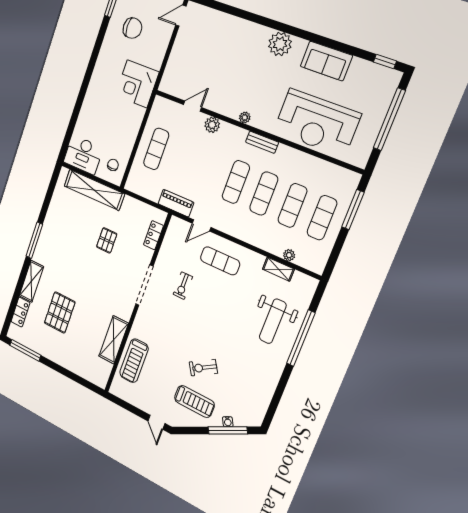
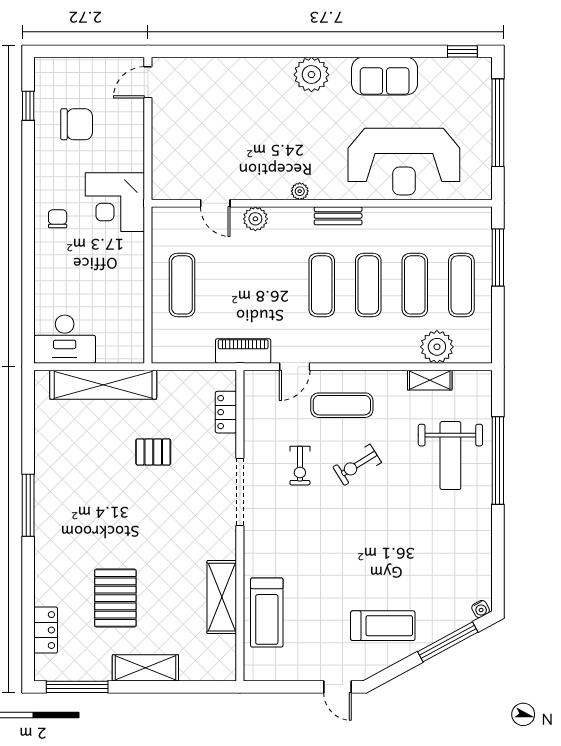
door: (192, 106) -> (215, 203), swing flipped
chair: (113, 165) -> (58, 219), moved
pallet: (107, 240) -> (153, 452), turned 90
plant: (289, 255) -> (437, 347), width x1.88, depth x1.88
shelving: (31, 281) -> (145, 668), moved, turned 90
exercise bike: (203, 368) -> (357, 465), moved
water cooler: (228, 422) -> (481, 609), moved

